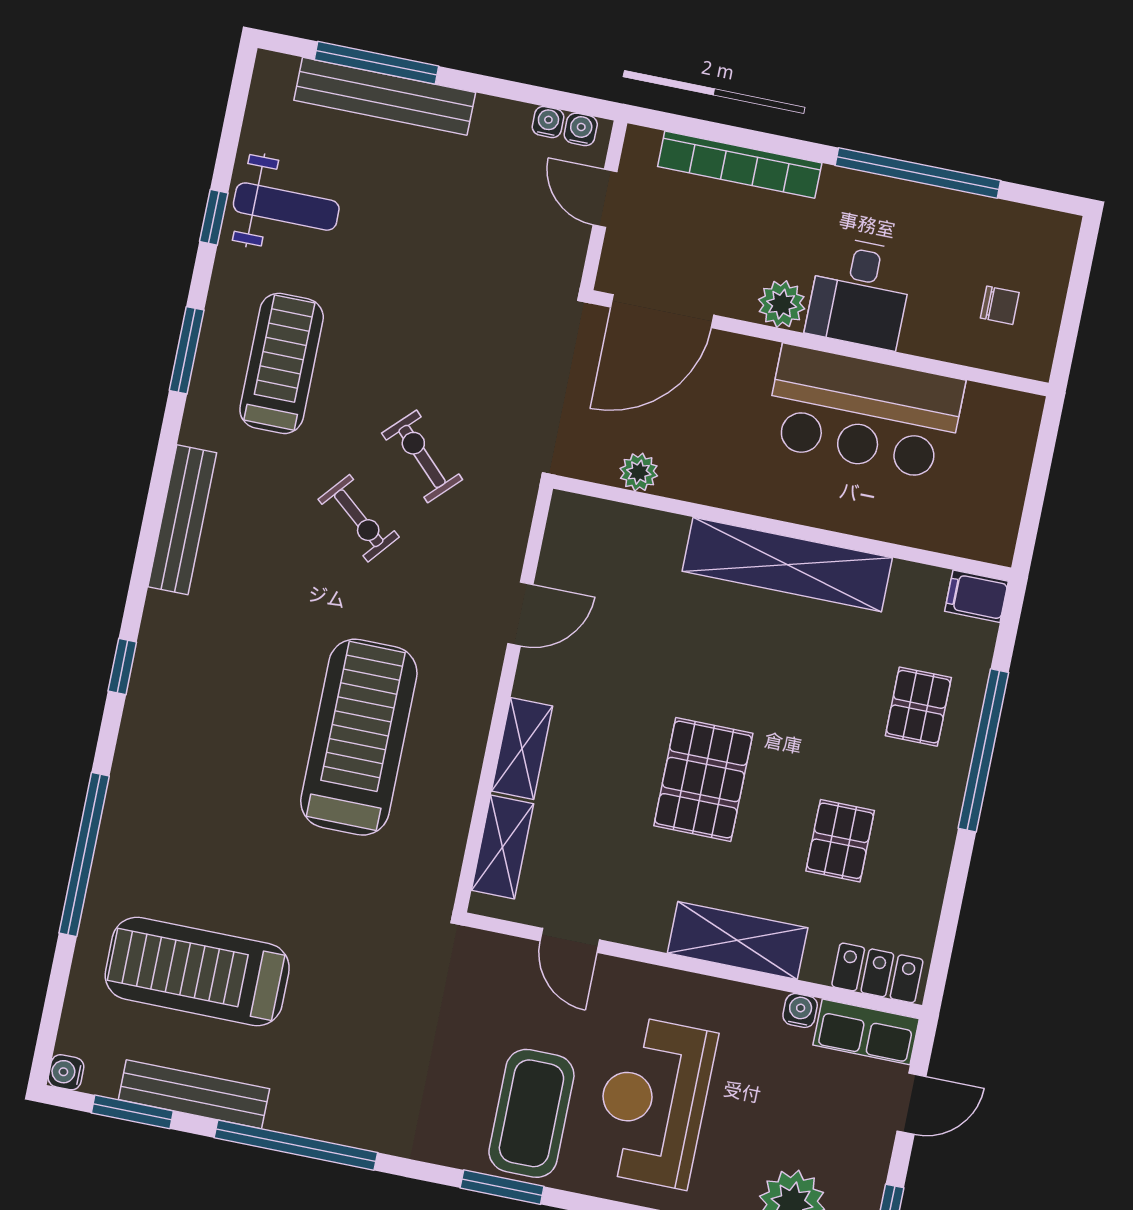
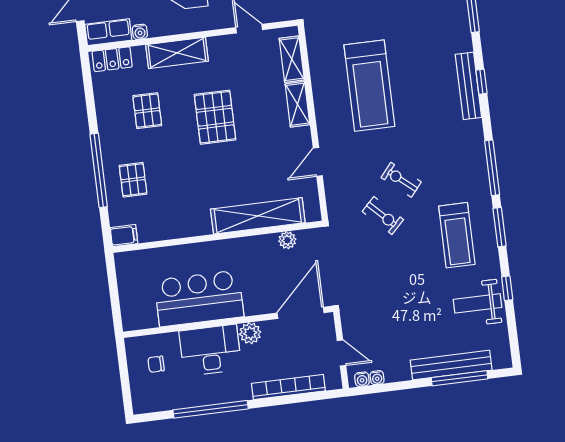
desk: (860, 293) -> (210, 350), width x1.37
window: (160, 479) -> (492, 168), added
bench: (182, 520) -> (468, 86), moved
shelving: (787, 564) -> (258, 216), moved

